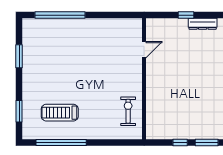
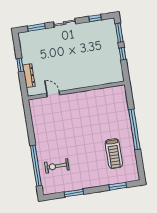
dresser: (203, 24) -> (29, 76), moved
exercise bike: (128, 111) -> (57, 166), moved
window: (61, 142) -> (134, 129), moved

